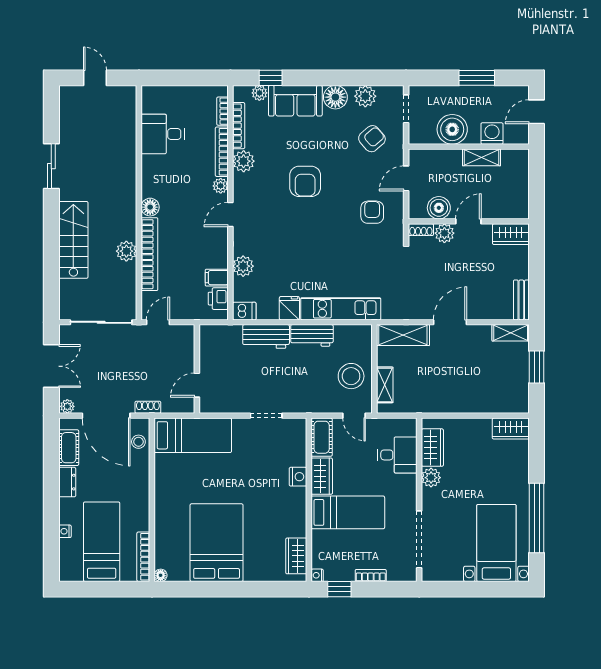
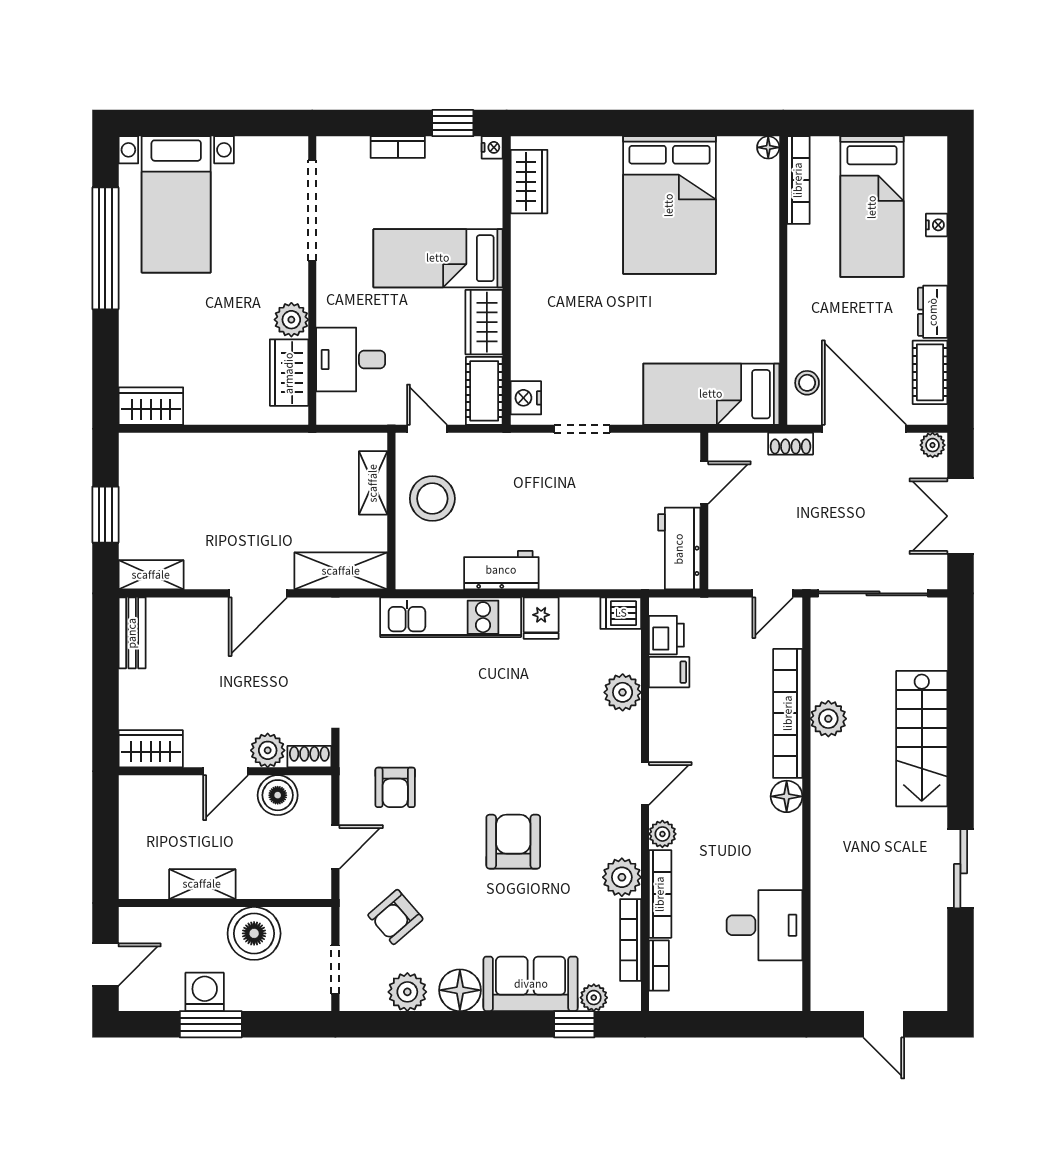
washing machine: (492, 133) -> (205, 992), moved, turned 180
workbench: (266, 336) -> (679, 549), moved, turned -90
nightstand: (298, 477) -> (526, 398), moved

